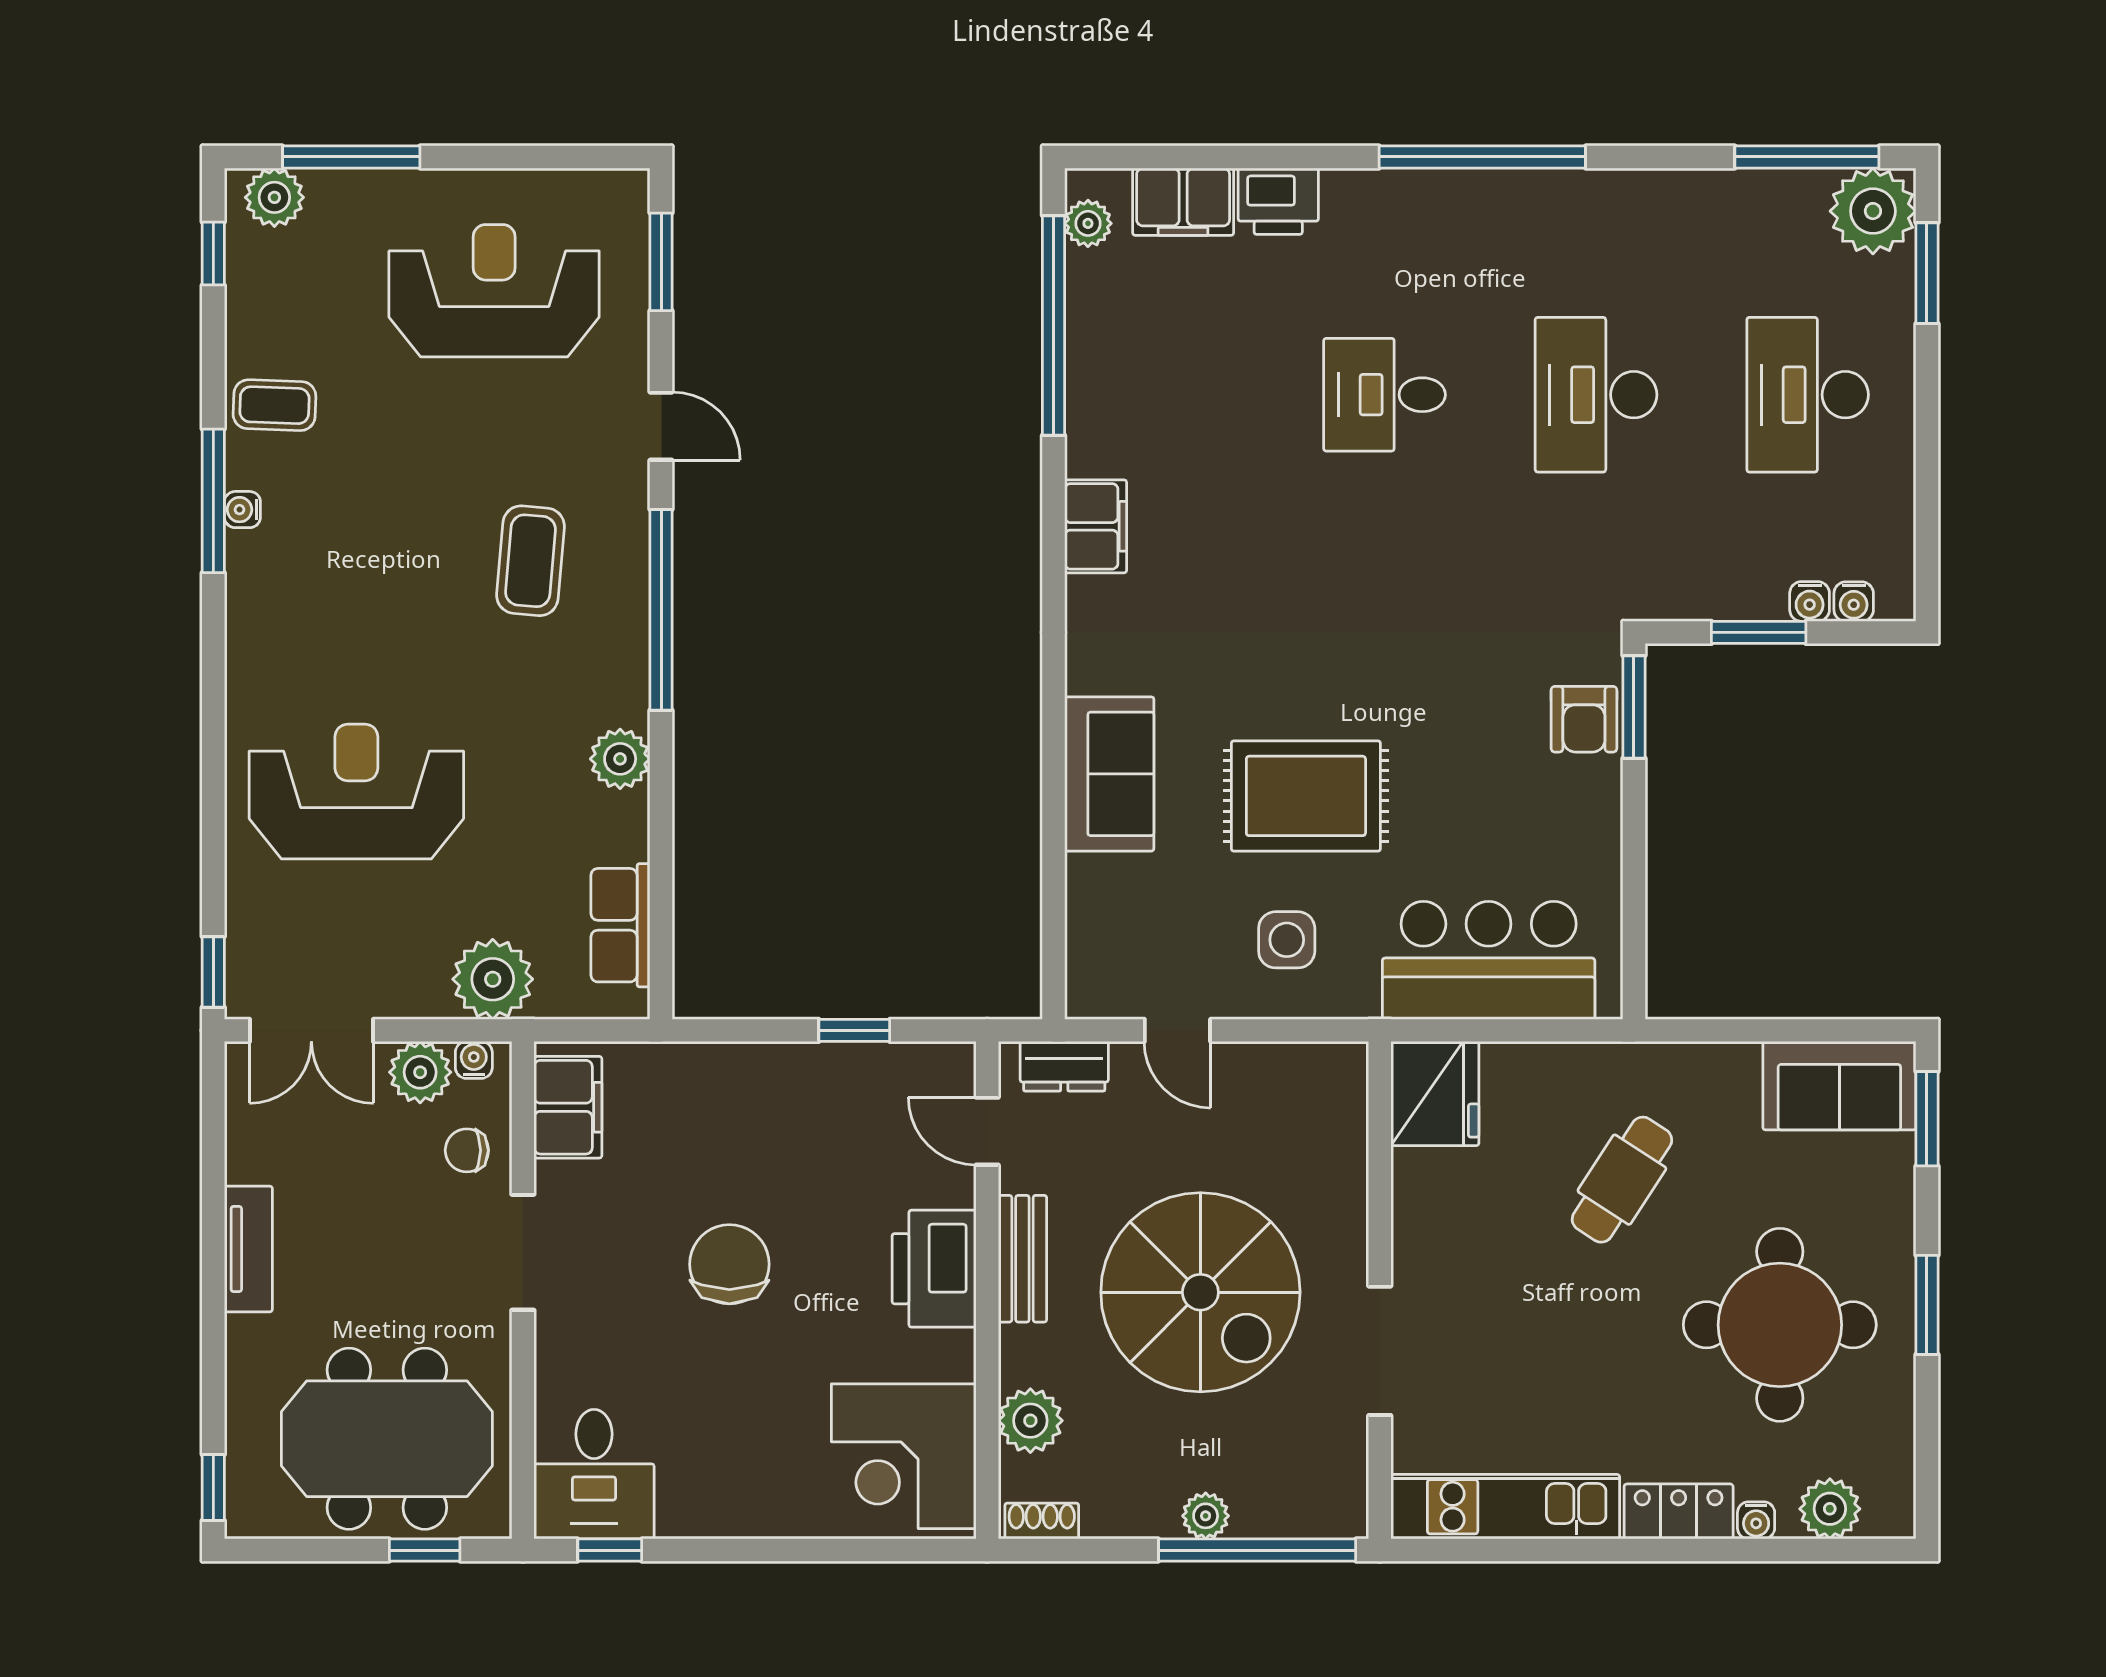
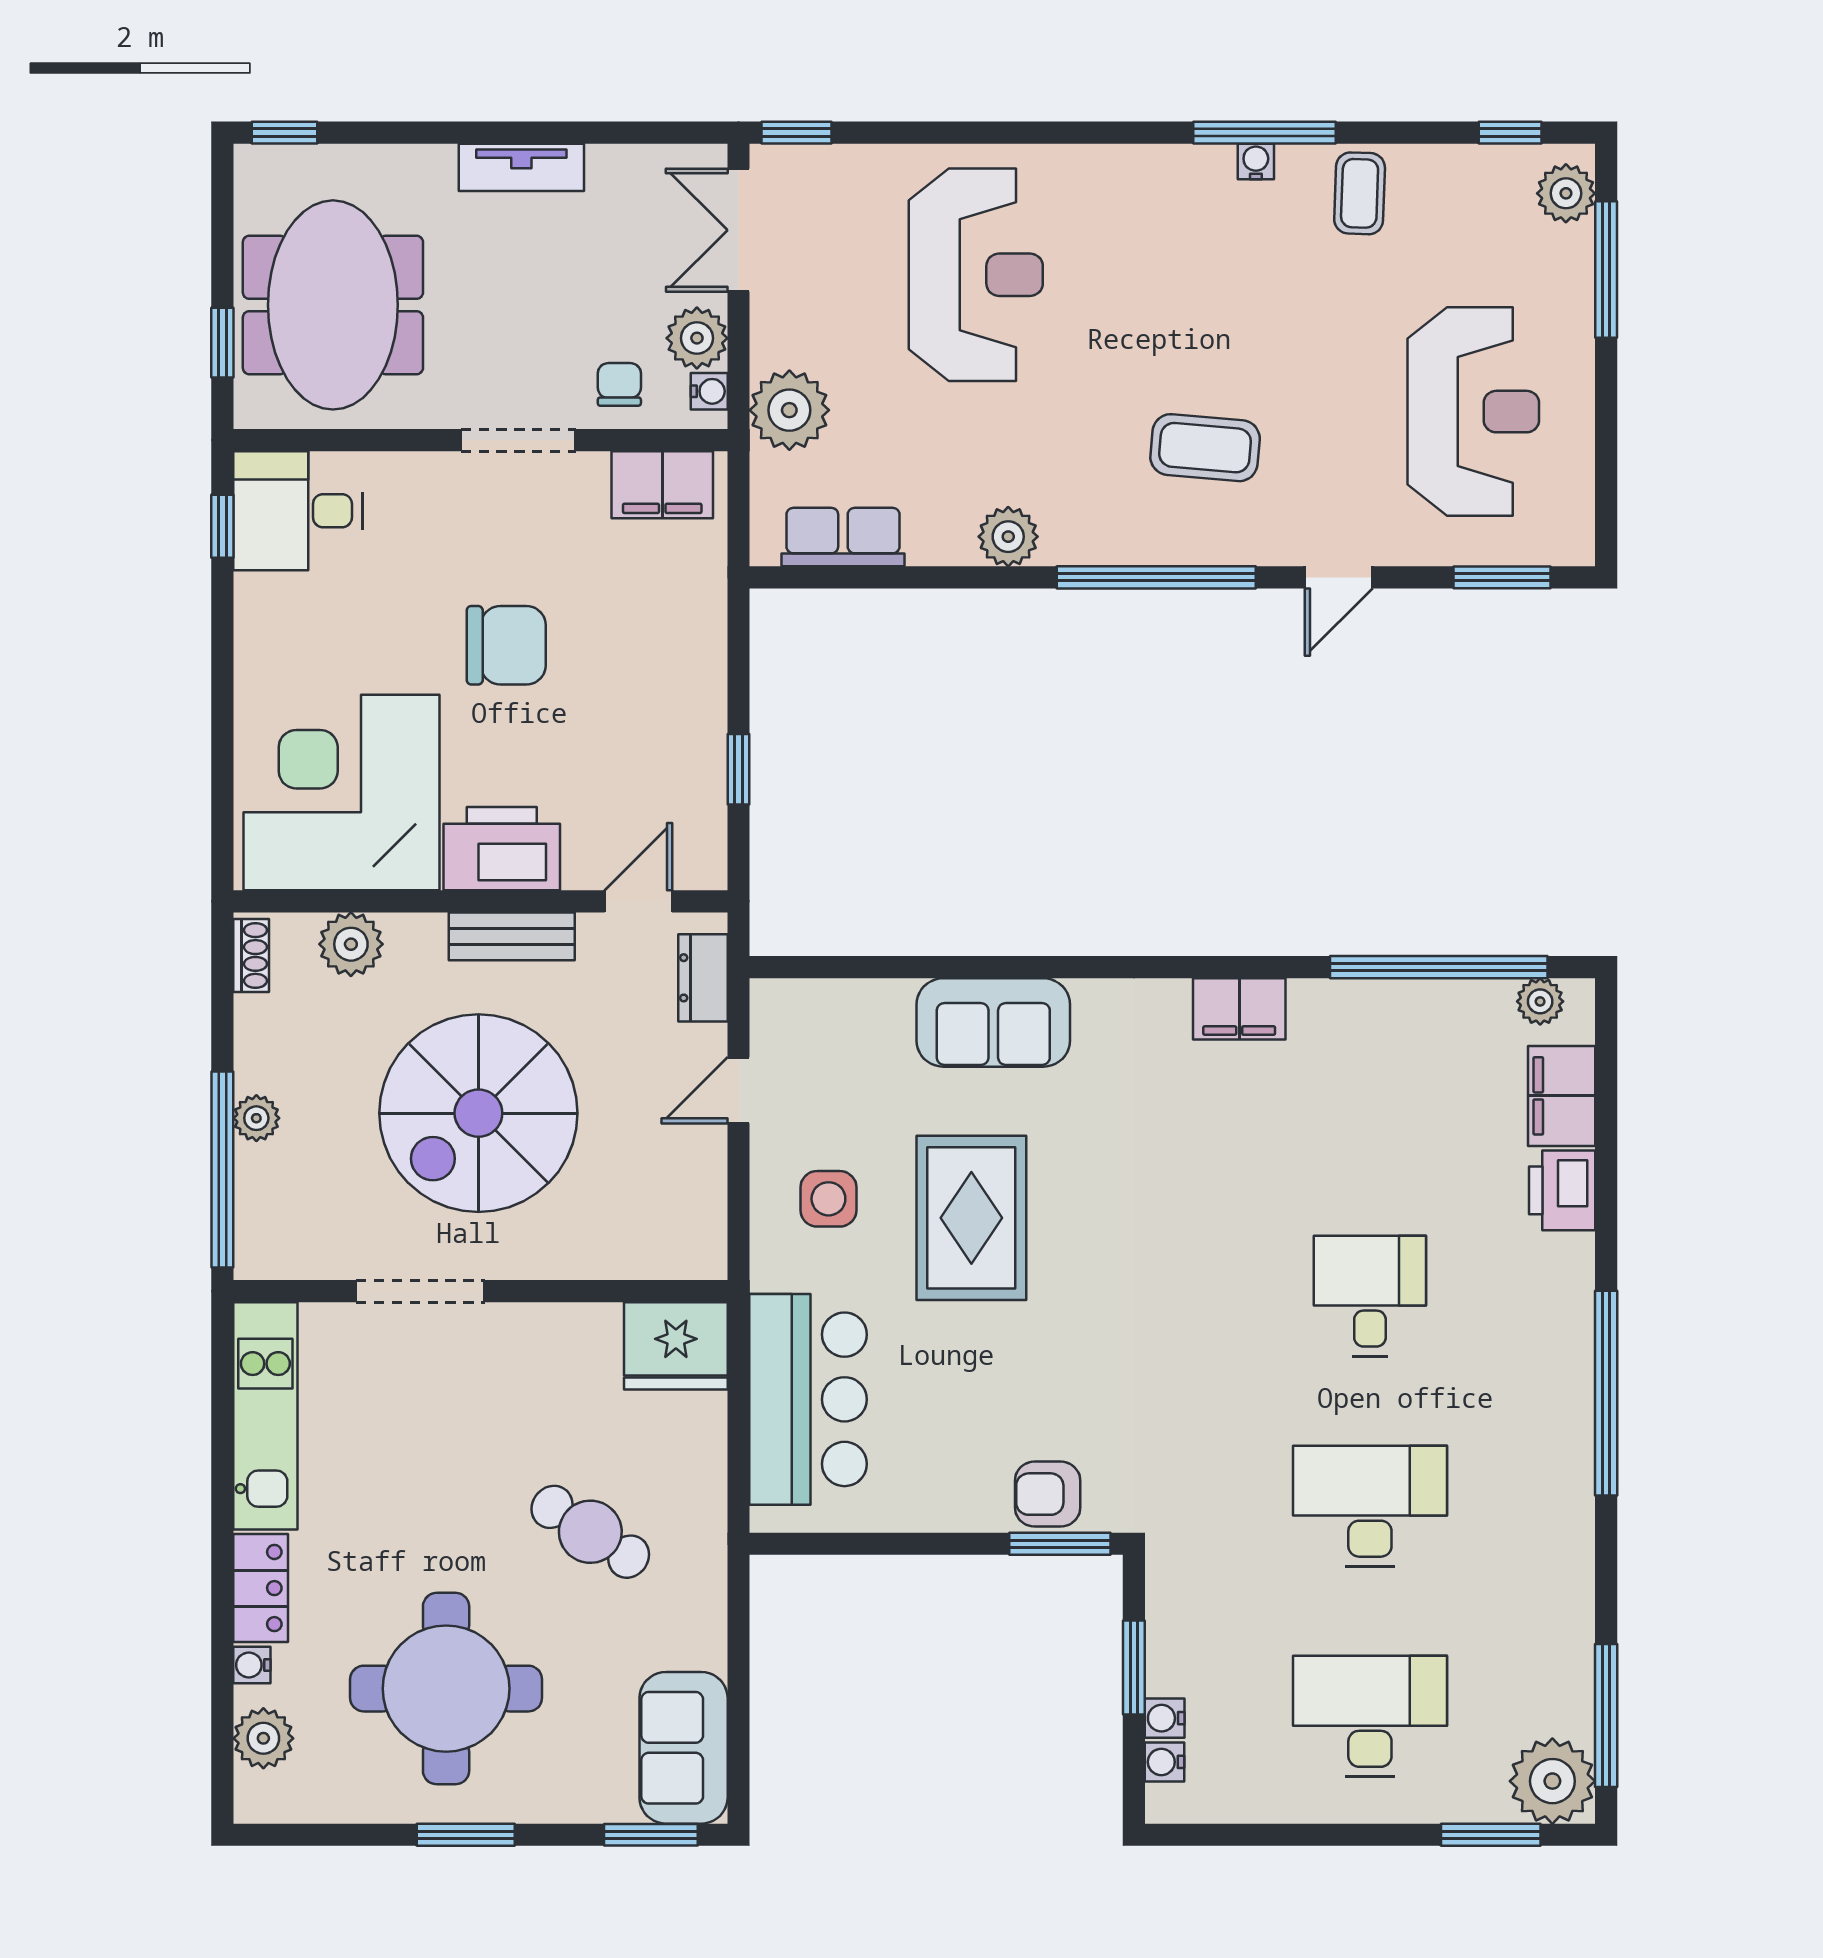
corner desk: (904, 1456) -> (341, 792), width x1.36, depth x1.36

